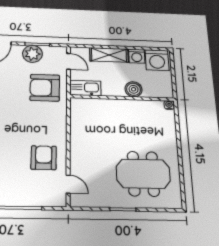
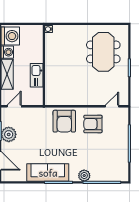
armchair: (45, 88) -> (64, 121), moved
kitchen sink: (85, 88) -> (37, 75), moved
boiler: (134, 89) -> (36, 56), removed

